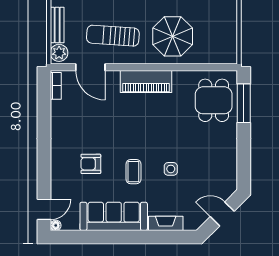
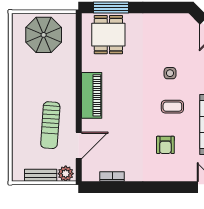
parasol: (173, 36) -> (44, 35), moved
bookcase: (56, 86) -> (112, 177), moved
dining table: (214, 100) -> (108, 35), turned 90

